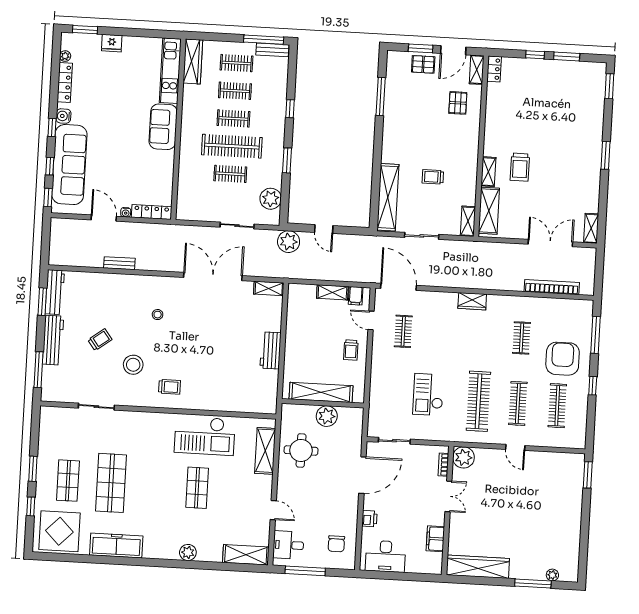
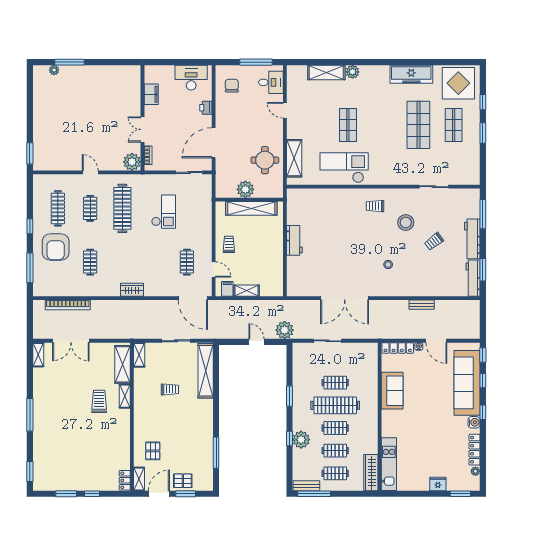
sofa: (163, 127) -> (392, 391), moved
window: (606, 155) -> (30, 415), width x1.44
plant: (271, 199) -> (301, 440), moved
shelving: (269, 288) -> (299, 291), removed
clothes rail: (518, 403) -> (90, 208), width x0.73
shelving: (246, 555) -> (326, 73), moved
wardrobe: (478, 567) -> (115, 73), removed

